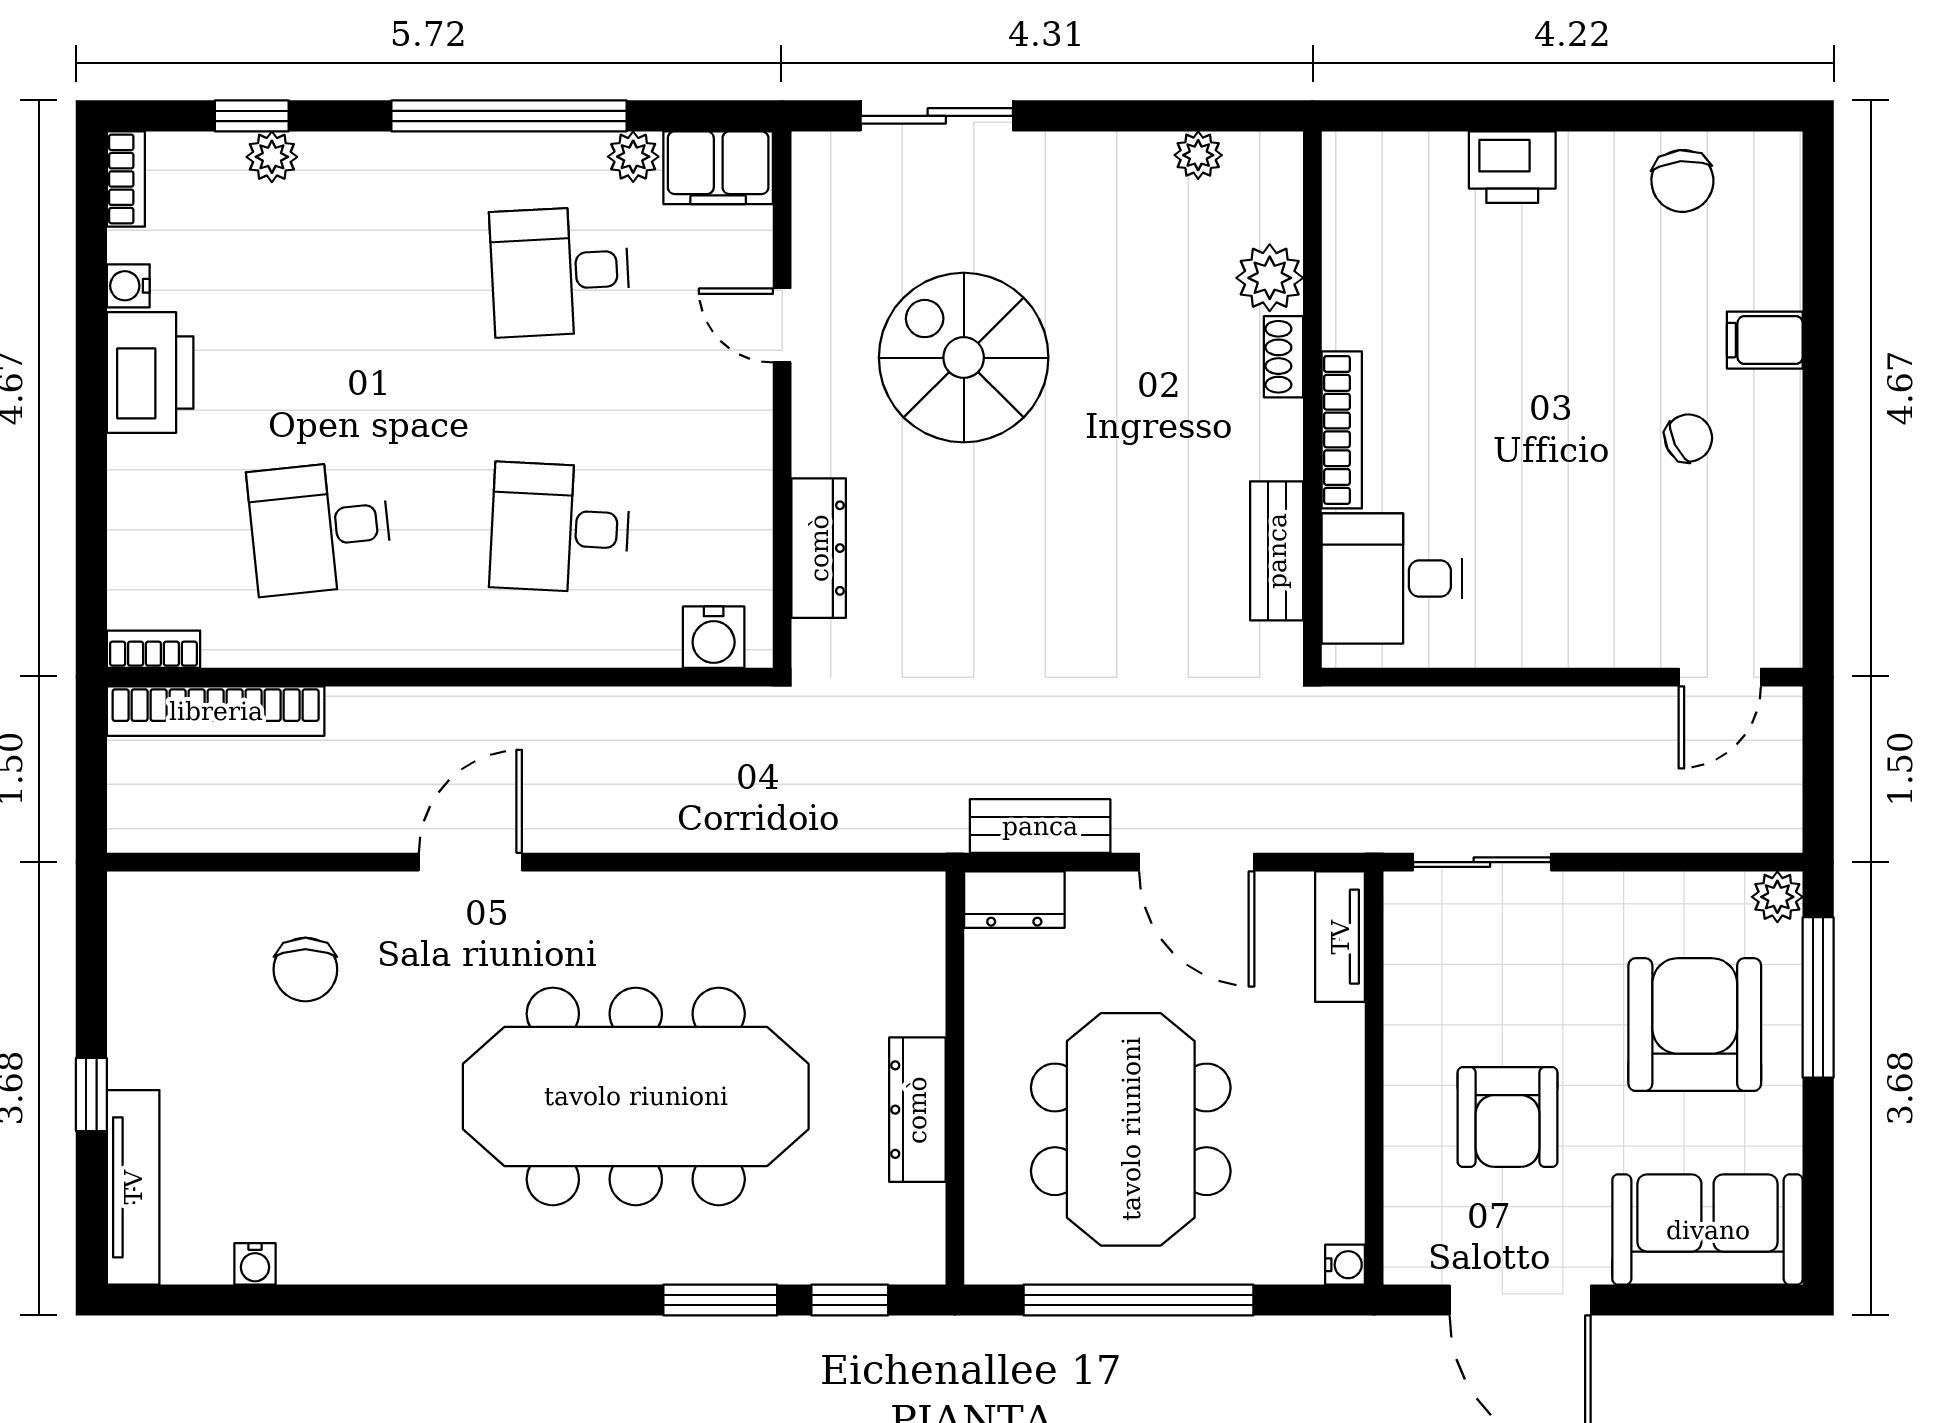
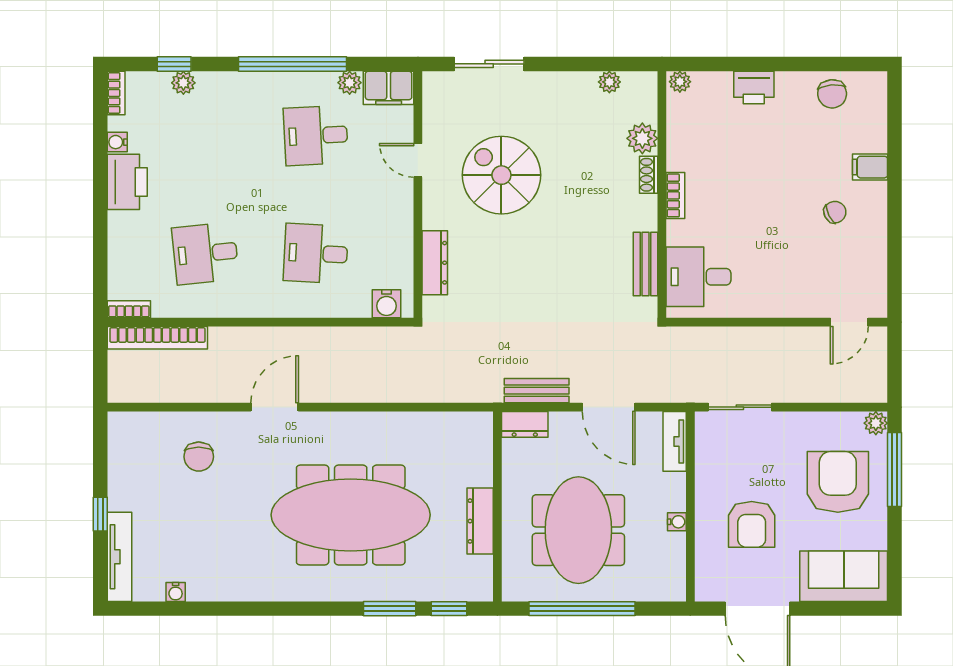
plant: (1351, 154) -> (680, 82), added
bookcase: (1342, 430) -> (675, 195), width x0.64
water cooler: (1345, 1265) -> (677, 522), moved

